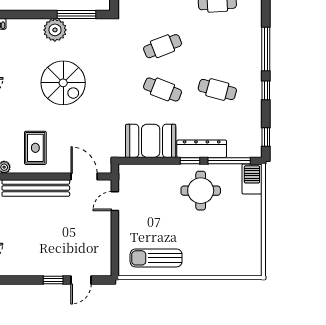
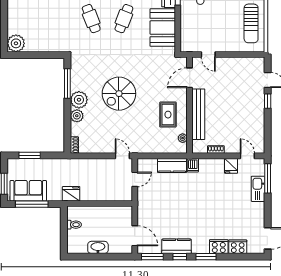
plant: (34, 27) -> (77, 116), added
spiral stairs: (63, 83) -> (119, 94), turned 180
rug: (35, 148) -> (168, 115), turned 90

